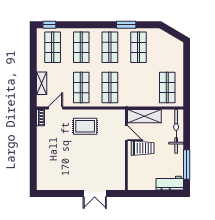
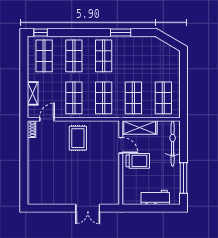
shop shelf: (139, 47) -> (133, 98), moved
rug: (85, 126) -> (78, 138), turned 90
workbench: (170, 183) -> (155, 197), moved

